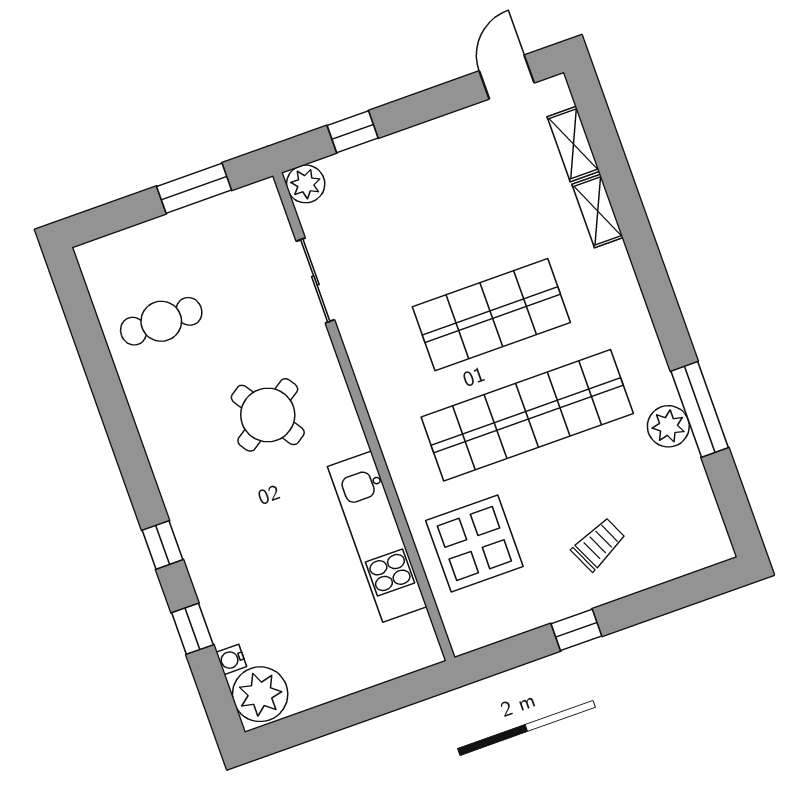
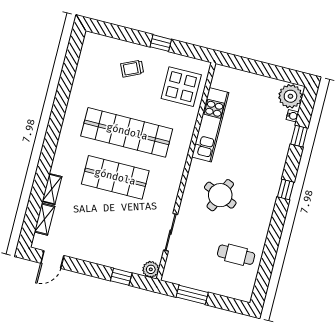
window: (700, 409) -> (63, 93), removed
round table: (268, 415) -> (220, 195), turned -33
plant: (668, 426) -> (78, 94), removed
display table: (474, 543) -> (181, 87), moved
window: (163, 545) -> (286, 189), moved

